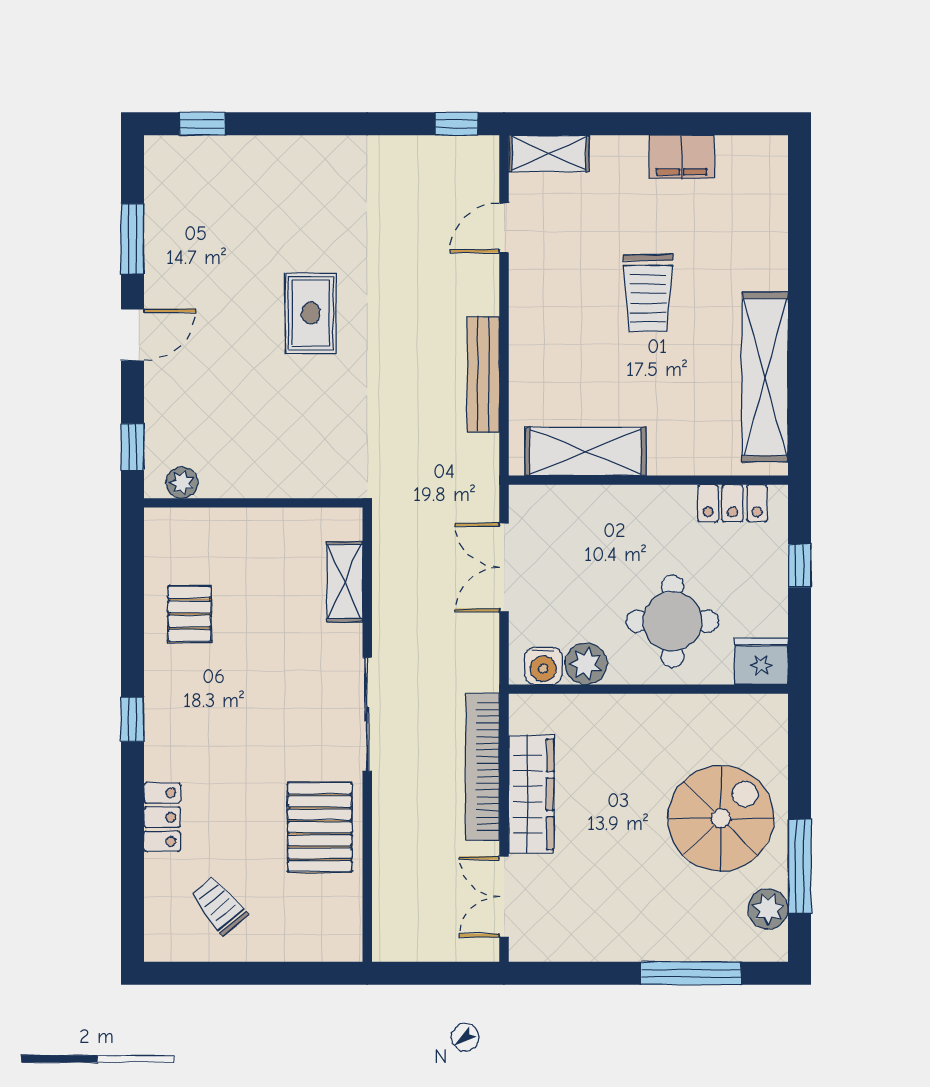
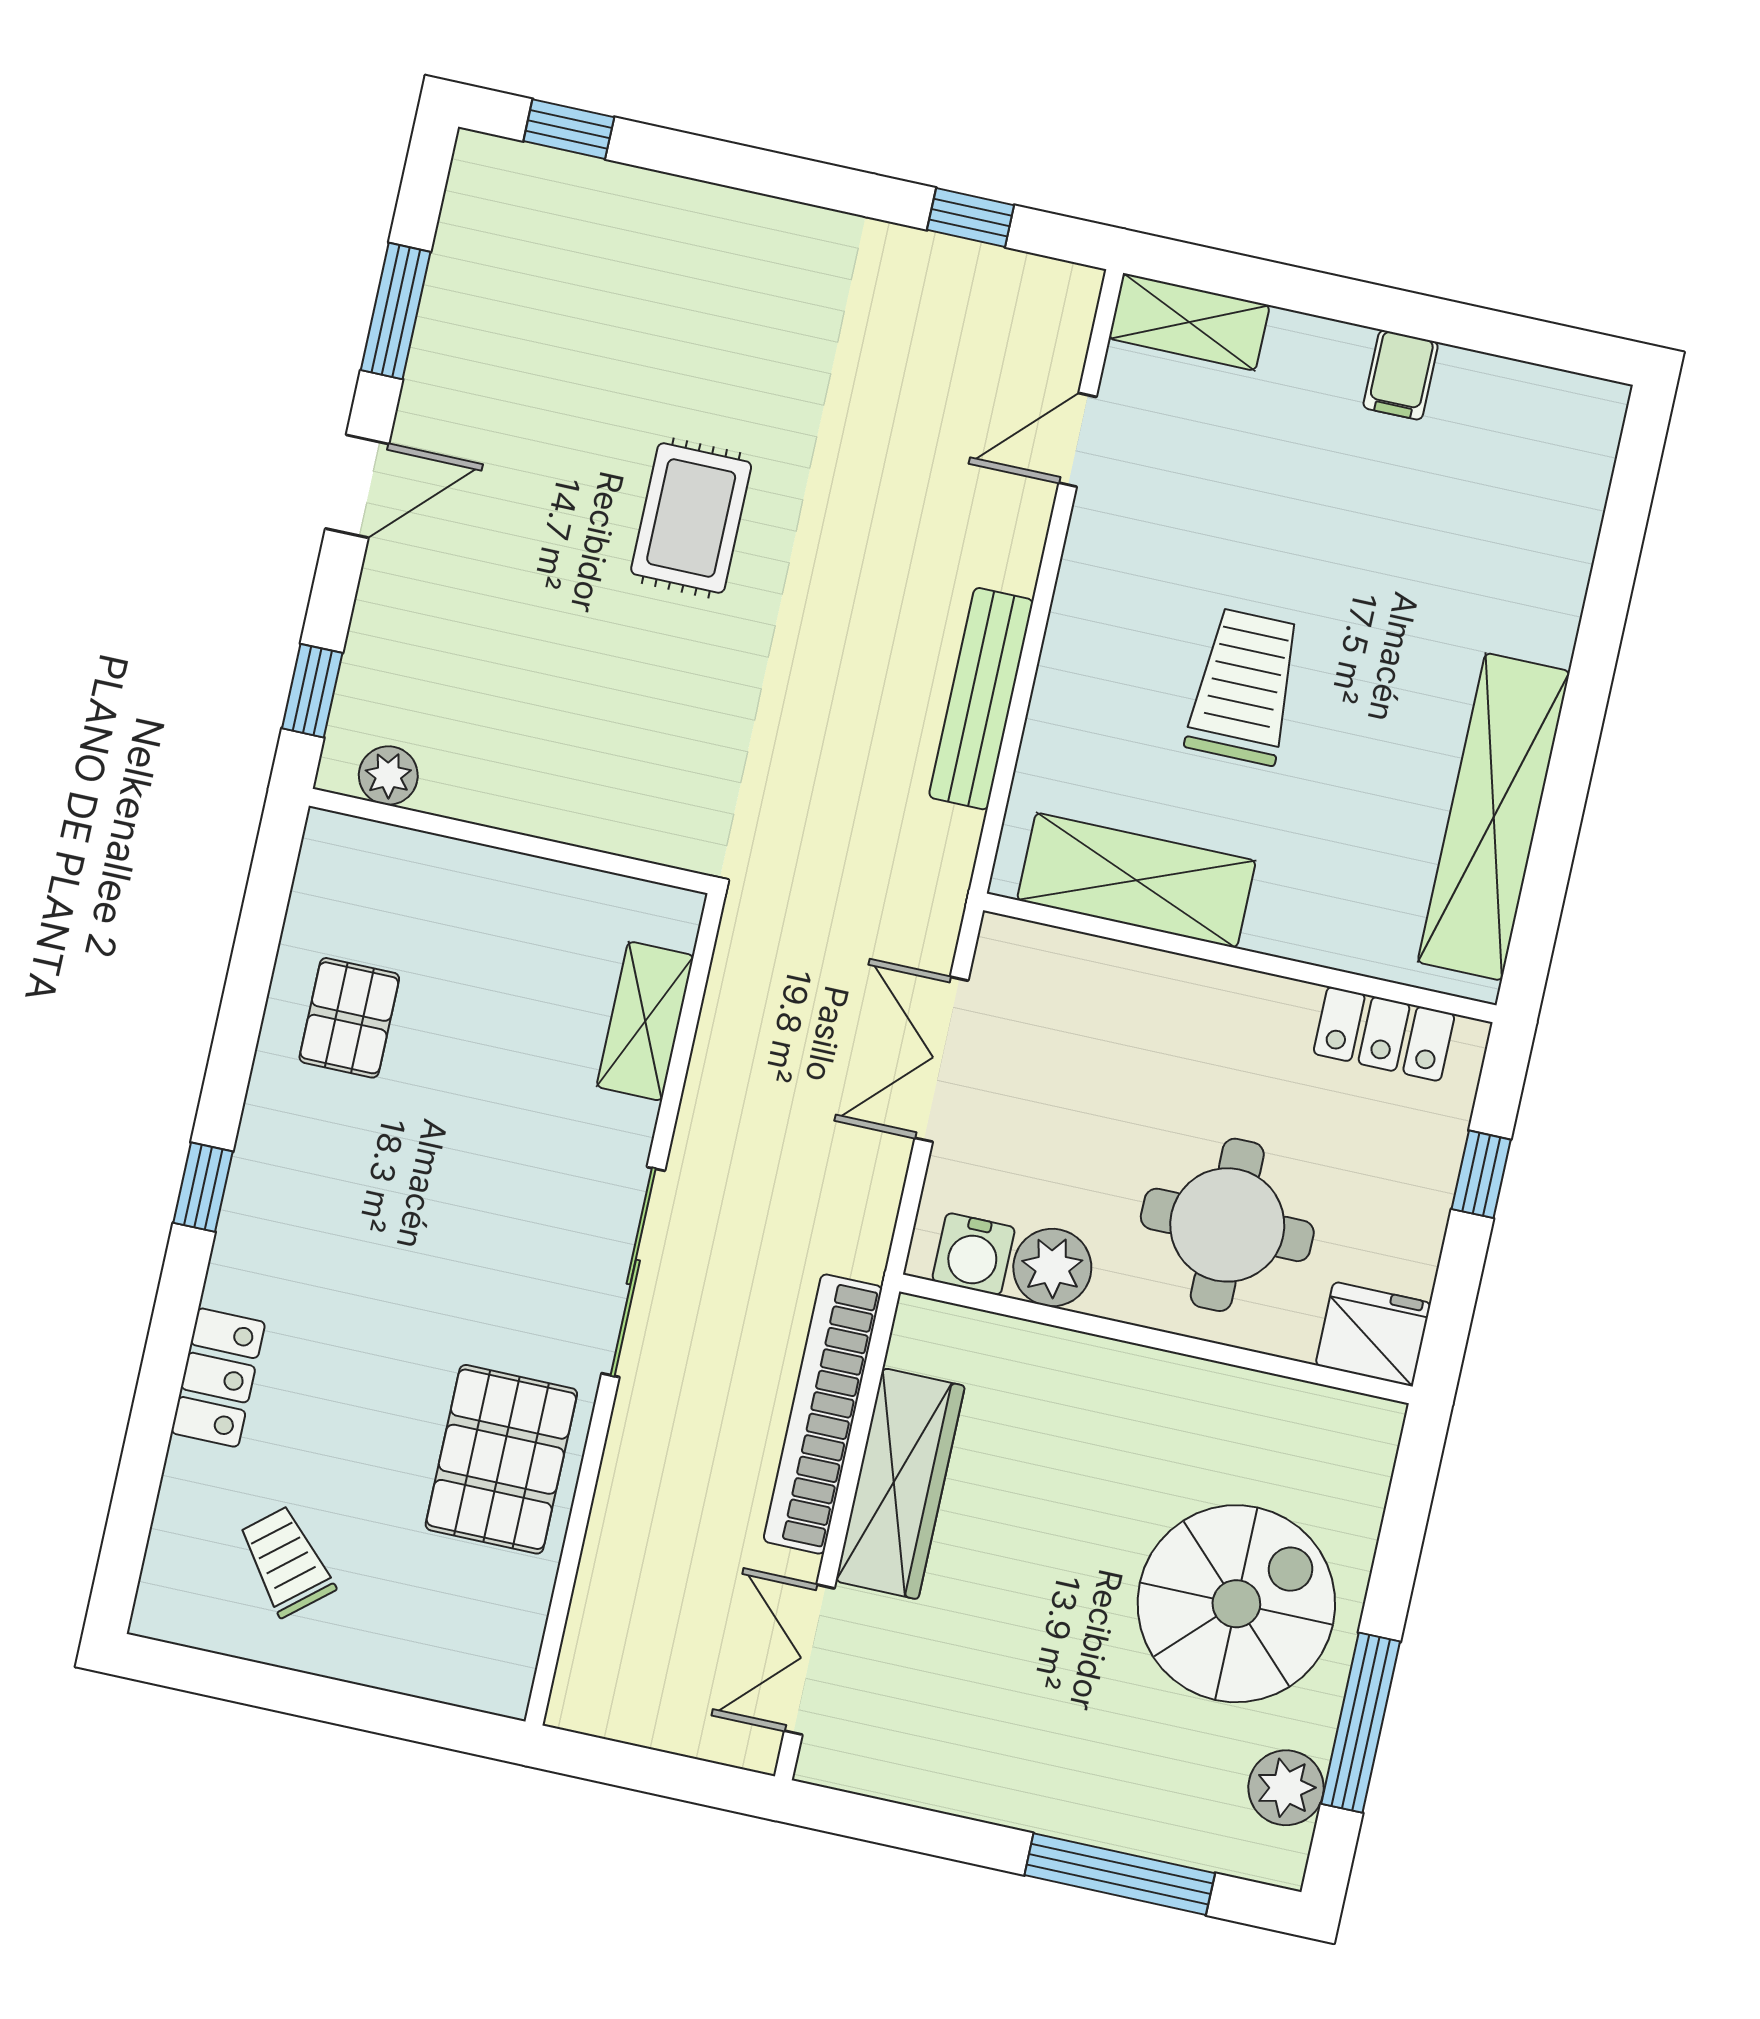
window: (457, 124) -> (971, 217), moved
filing cabinet: (682, 157) -> (1401, 375), width x0.50
trolley: (648, 293) -> (1244, 687), moved, turned 180

